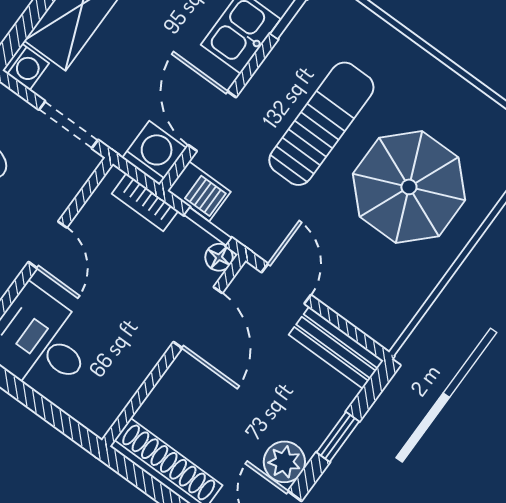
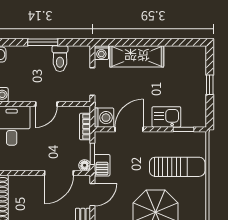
sun lounger: (321, 124) -> (177, 167), moved
barbecue: (199, 191) -> (102, 165), moved

